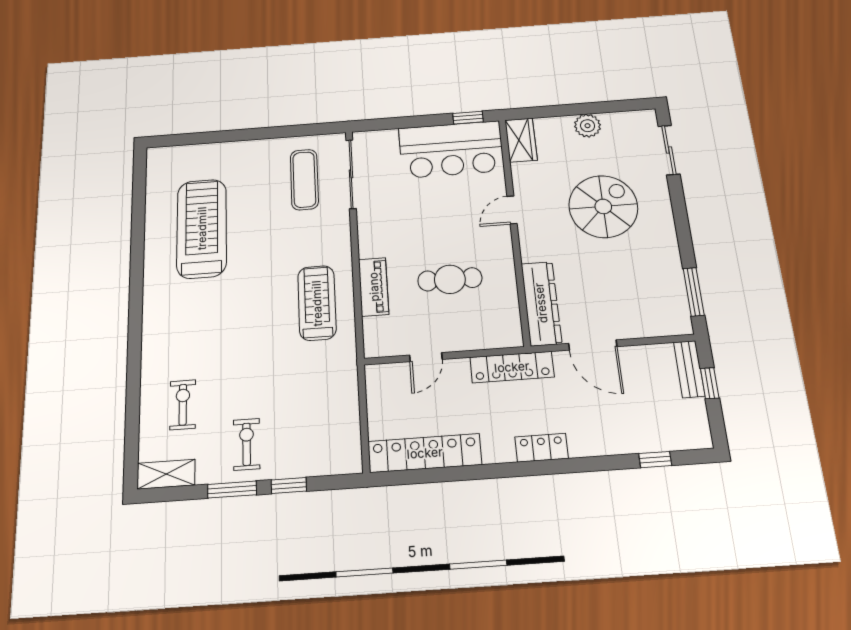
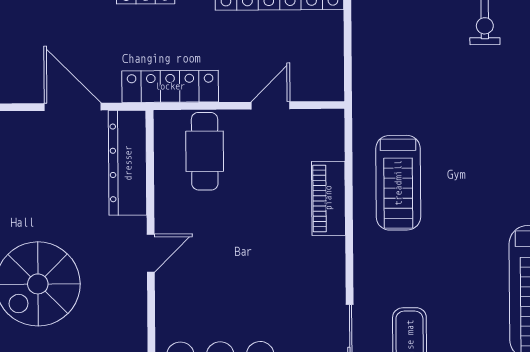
door: (512, 210) -> (151, 253), moved
cafe table: (450, 279) -> (205, 151), moved, turned 90

